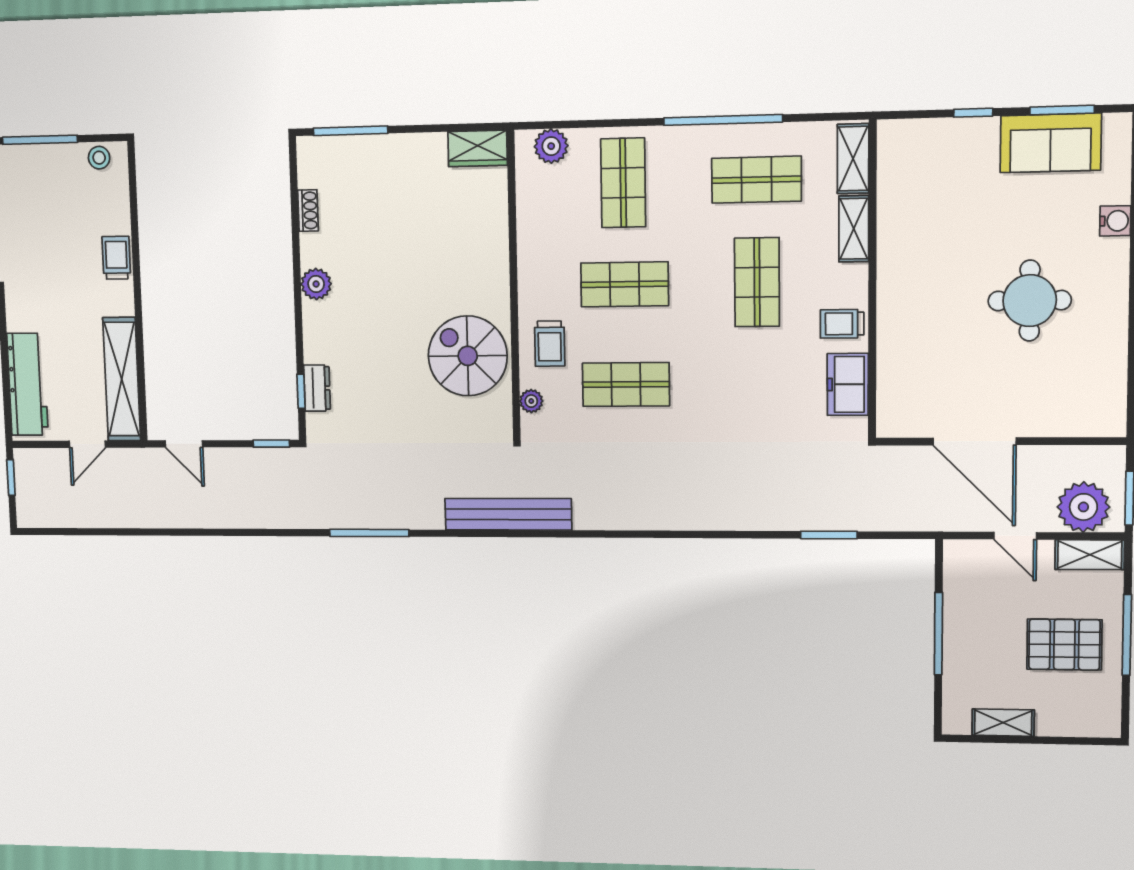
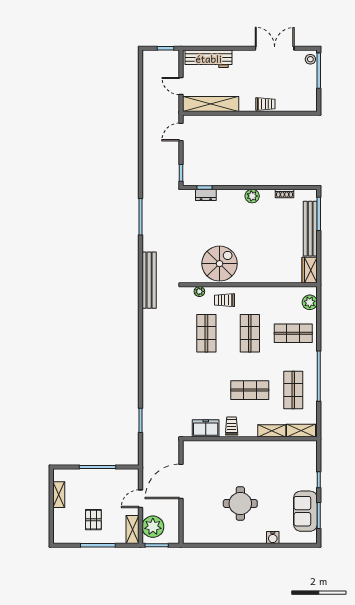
bench: (384, 149) -> (310, 229), added
stool: (99, 158) -> (310, 59), moved
pallet: (1064, 644) -> (93, 520), width x0.67, depth x0.71

